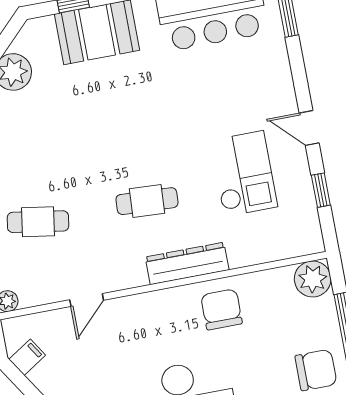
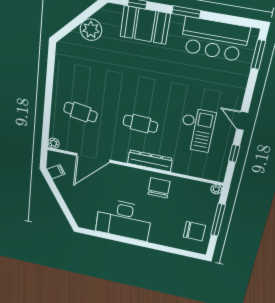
plant: (313, 279) -> (216, 189), width x0.53, depth x0.53
door: (87, 300) -> (93, 158), width x1.88

